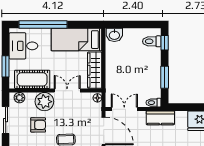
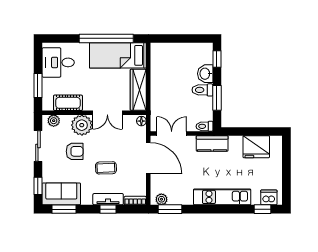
window: (43, 25) -> (106, 38), moved
washbasin: (114, 35) -> (205, 74), moved, turned 90
toilet: (152, 41) -> (203, 90), moved
cot: (32, 79) -> (68, 103), width x0.73, depth x0.75
double door: (67, 91) -> (107, 113), swing flipped

